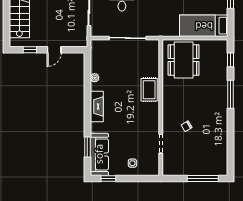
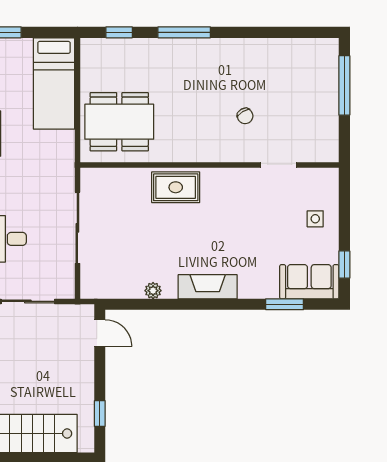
door: (54, 50) -> (100, 333), moved
sofa: (99, 154) -> (309, 282), width x0.73

